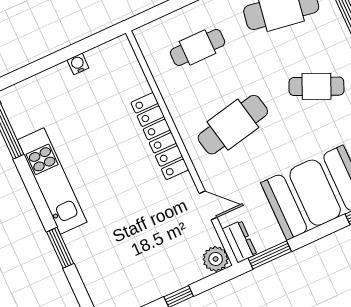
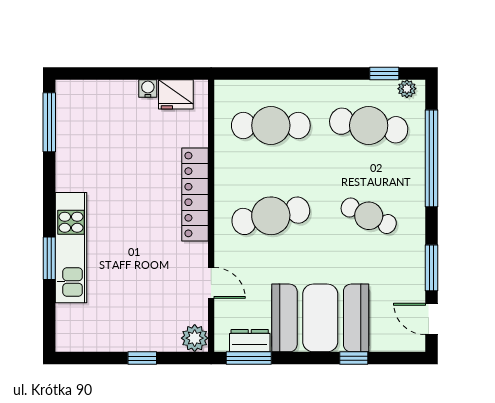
cafe table: (198, 47) -> (271, 125), width x1.37, depth x1.35
fridge: (104, 58) -> (176, 94), added
kitchen unit: (52, 181) -> (71, 248), moved
dresser: (239, 242) -> (250, 341), moved, turned -90

